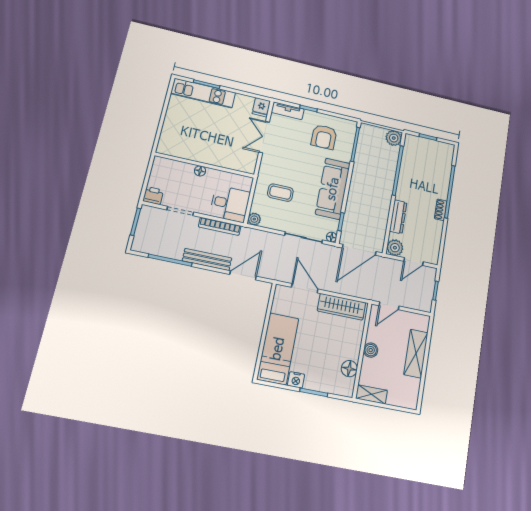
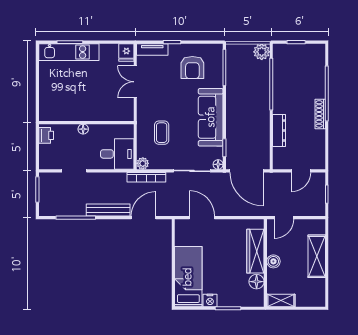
coffee table: (280, 193) -> (162, 133), turned 90
printer: (153, 196) -> (46, 135), moved, turned 90
shoe rack: (441, 210) -> (320, 114), width x1.43
bookcase: (220, 226) -> (146, 177), moved
plant: (395, 248) -> (281, 161), removed
door: (359, 250) -> (247, 171), hinge flipped
wardrobe: (342, 307) -> (255, 251), moved, turned 90

